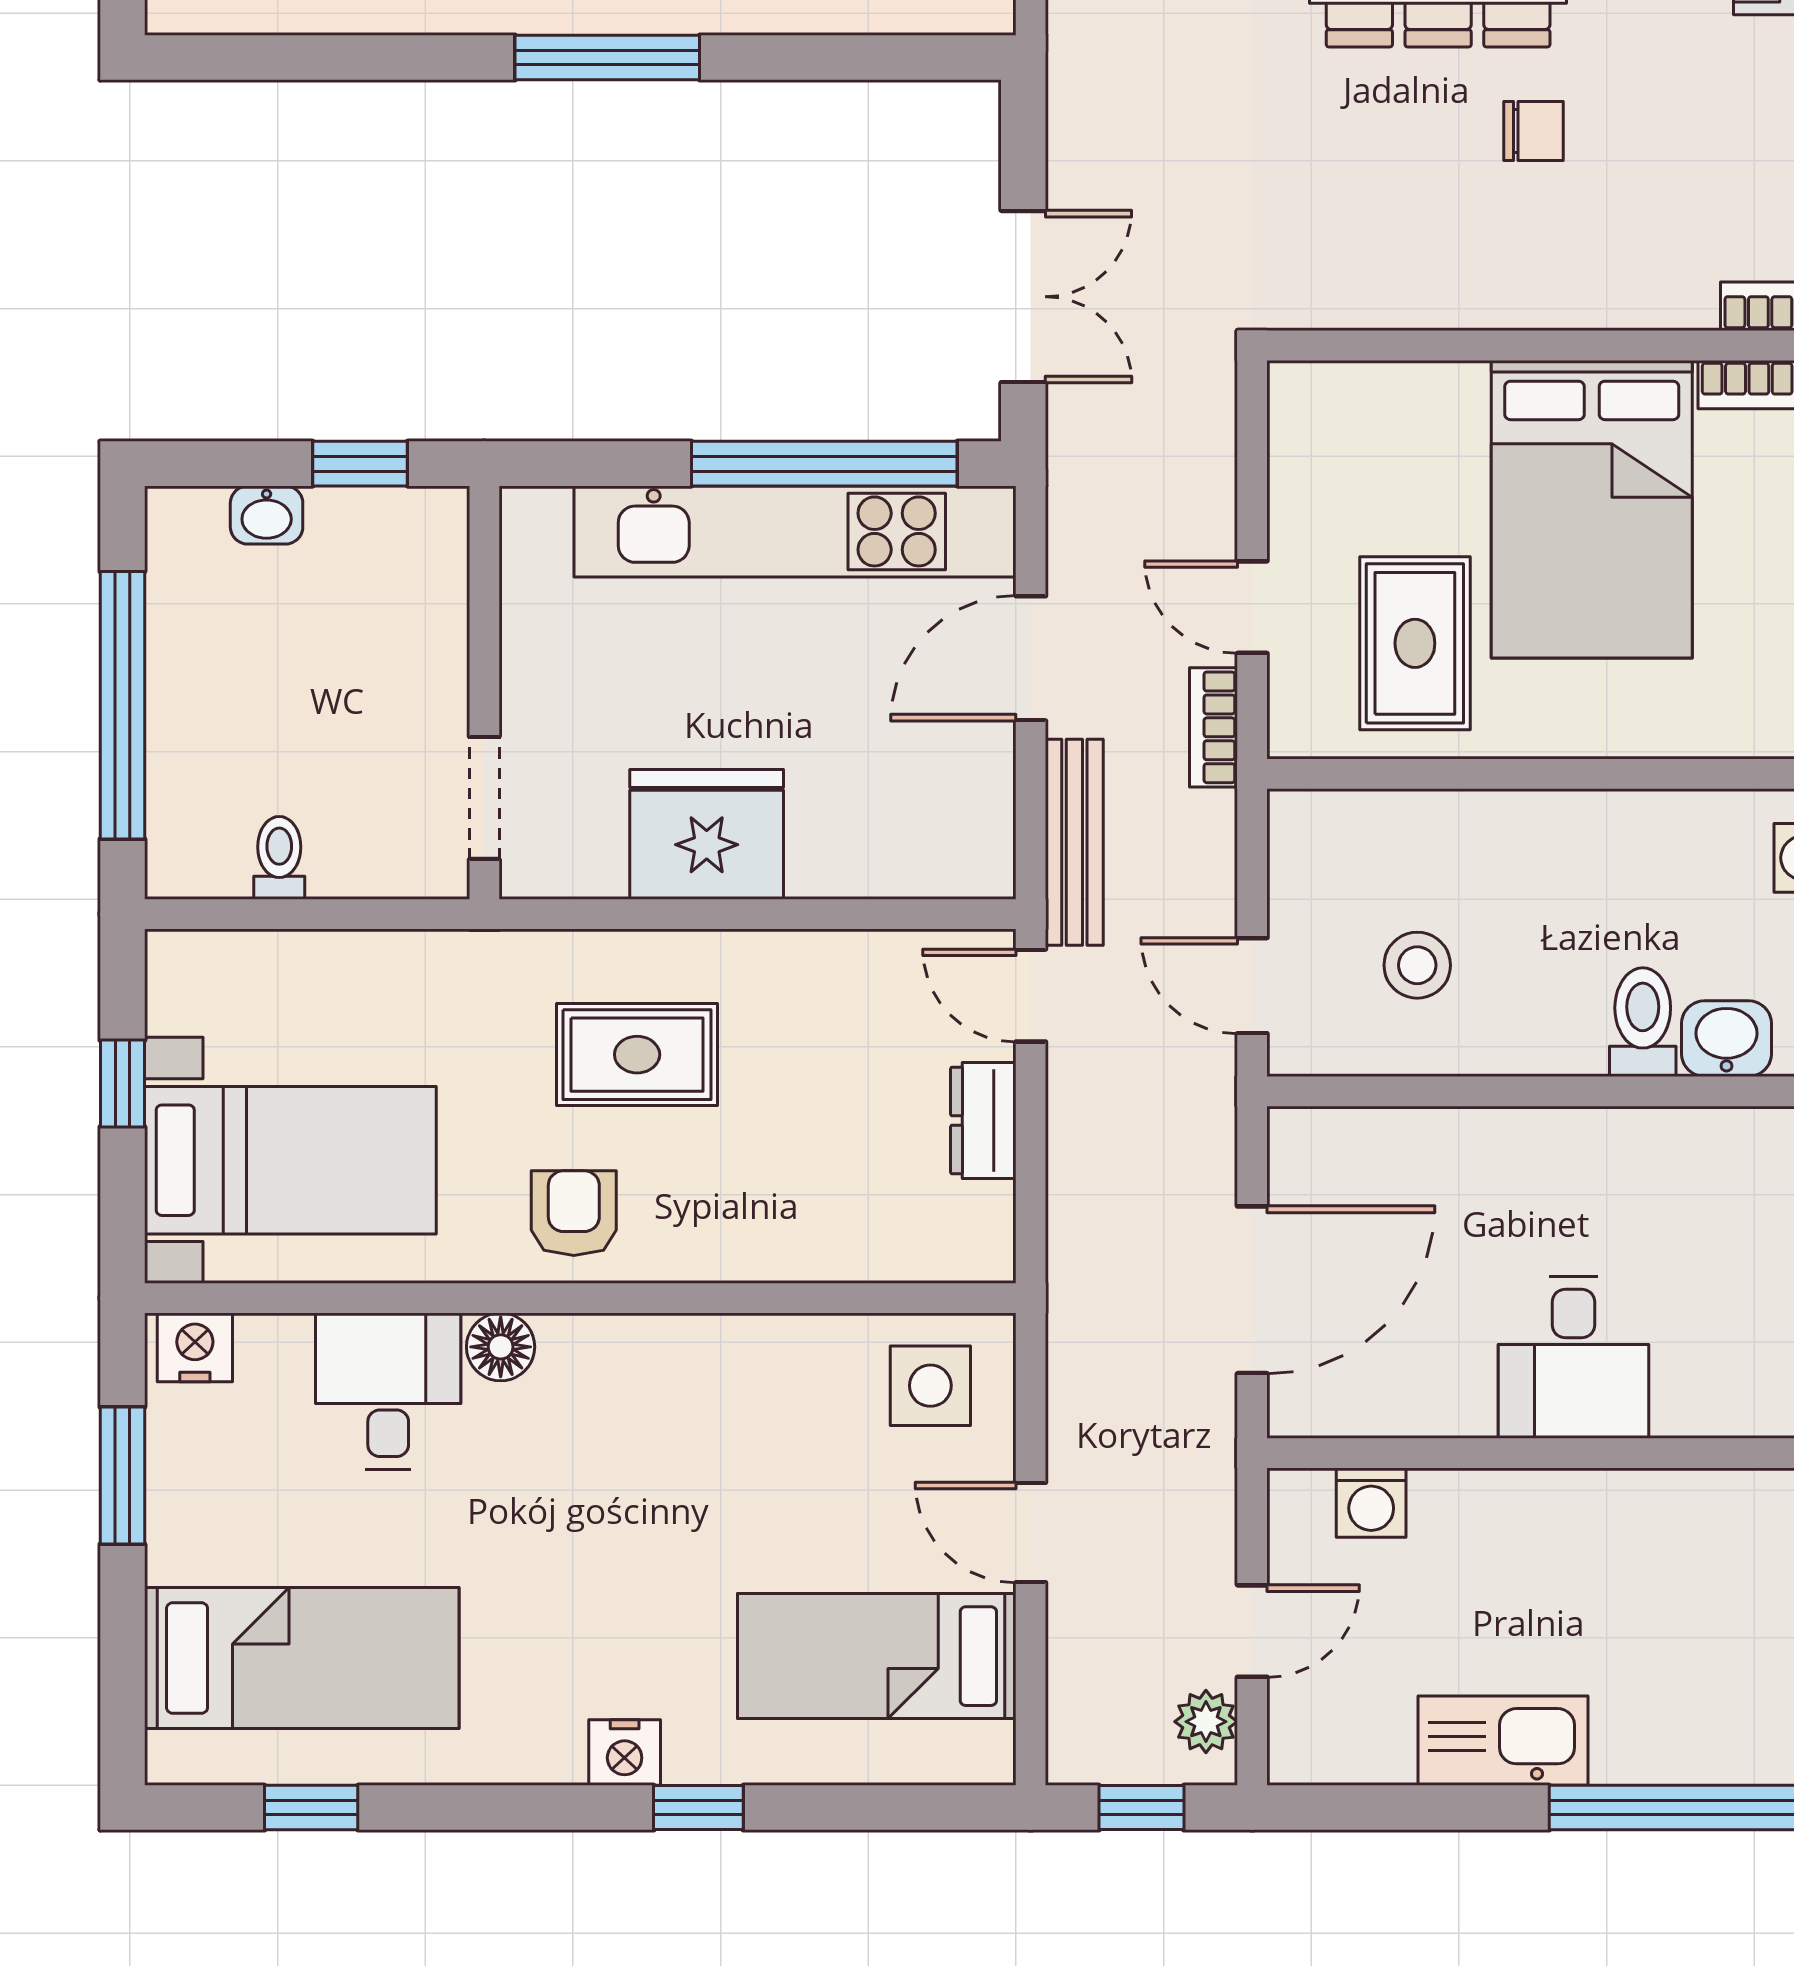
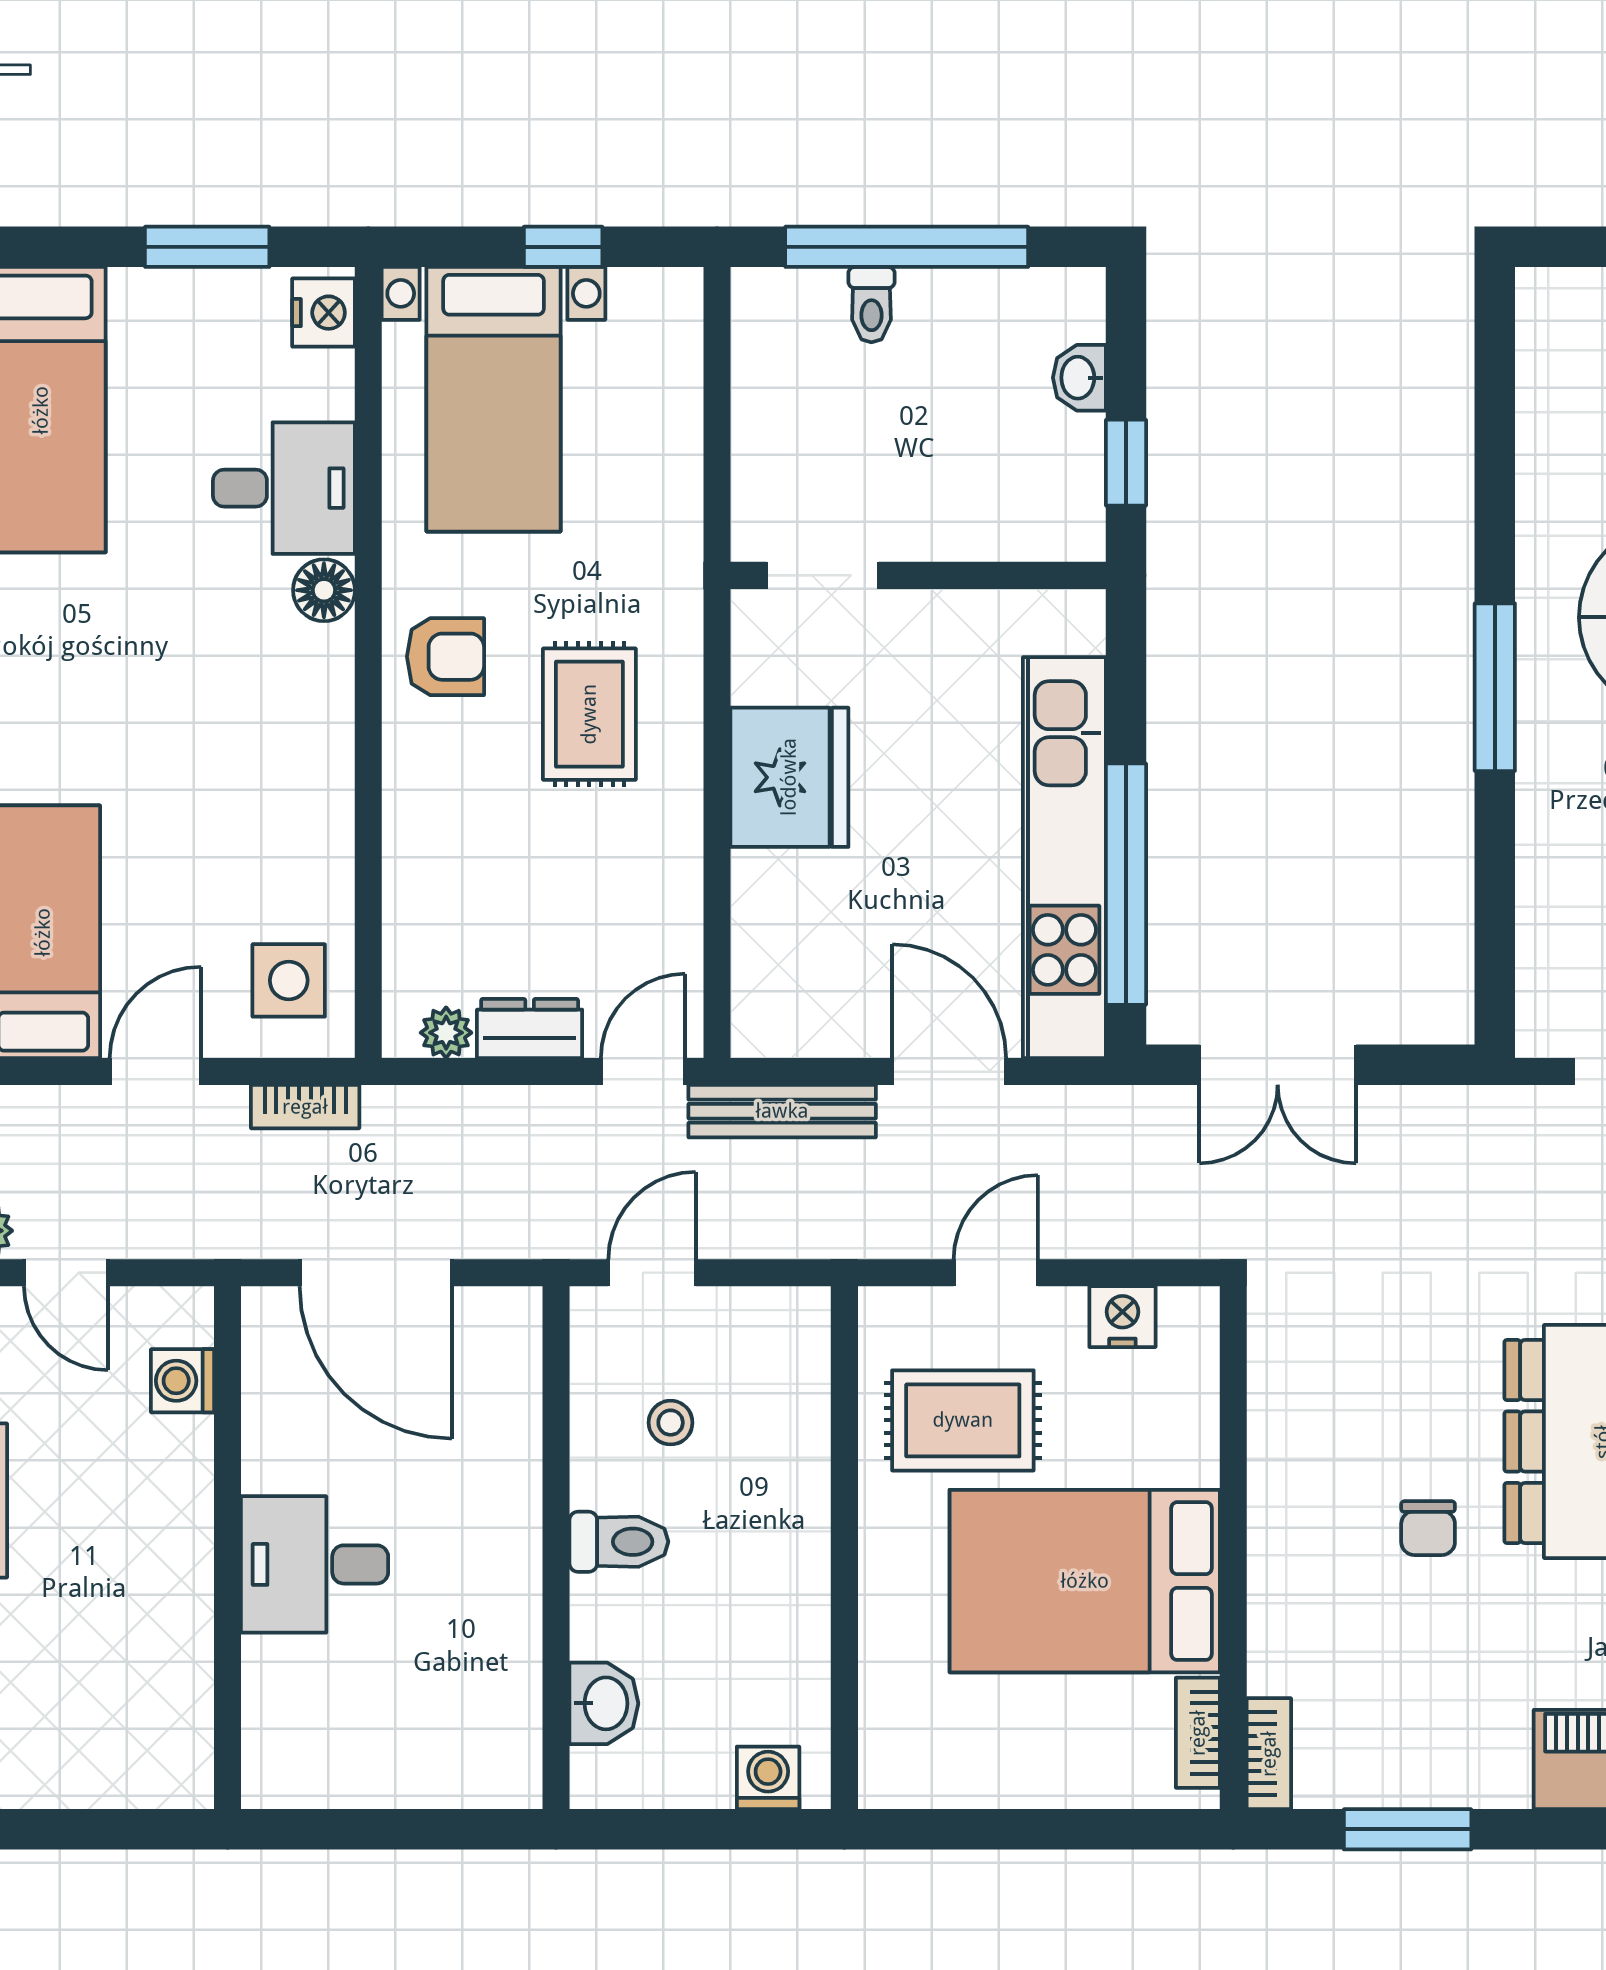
nightstand: (1301, 468) -> (1122, 1317), added
bookcase: (1214, 727) -> (305, 1107), moved, turned 180
toilet: (279, 858) -> (871, 305), moved, turned 90
stool: (1417, 965) -> (671, 1423), width x0.73, depth x0.73
toilet: (1643, 1022) -> (619, 1542), moved
plant: (988, 1213) -> (446, 1033), added

